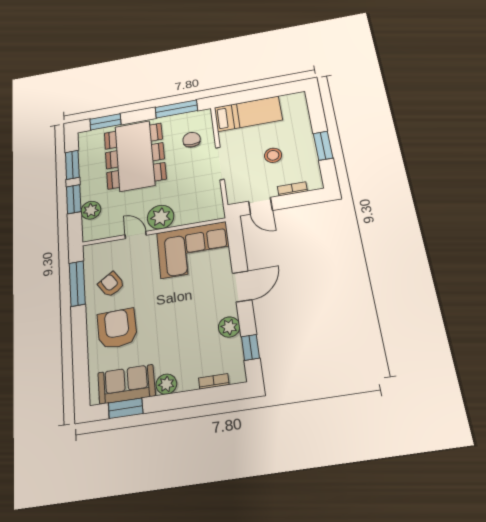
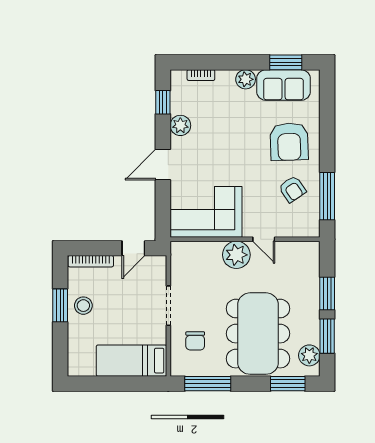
stool: (273, 155) -> (83, 306), moved
bookcase: (292, 189) -> (91, 261), width x1.56
door: (260, 206) -> (133, 248), swing flipped
plant: (91, 210) -> (309, 355), moved

